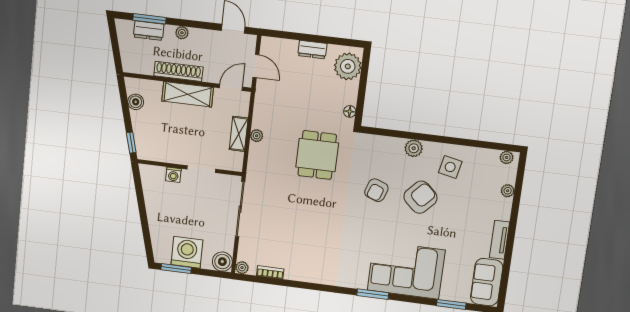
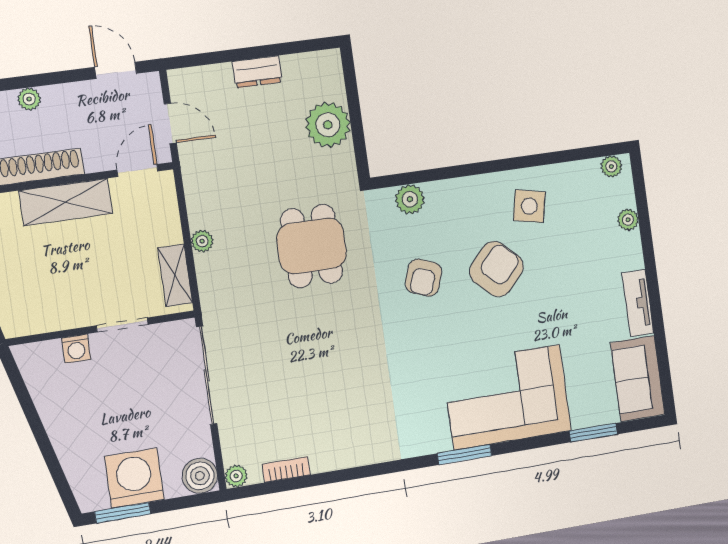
plant: (348, 66) -> (328, 125), moved
floor lamp: (350, 111) -> (345, 159), removed
shelving: (239, 134) -> (175, 275), moved
plant: (414, 148) -> (410, 199), moved

